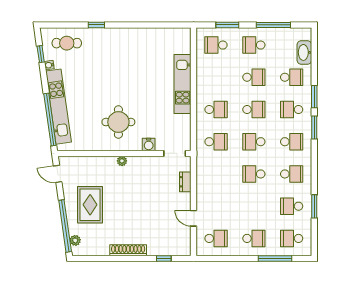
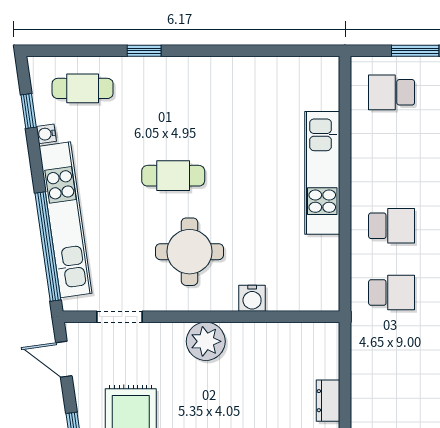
cafe table: (111, 85) -> (173, 176), added
doorway: (175, 153) -> (119, 317), moved
plant: (122, 161) -> (206, 341), width x1.88, depth x1.88
dresser: (185, 182) -> (328, 401), moved

